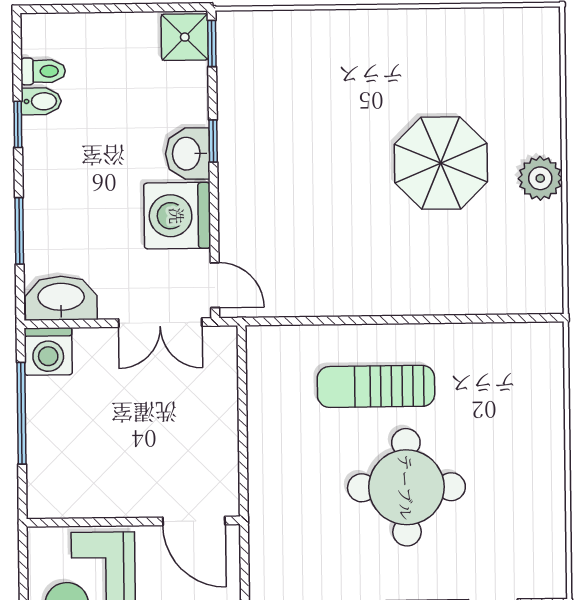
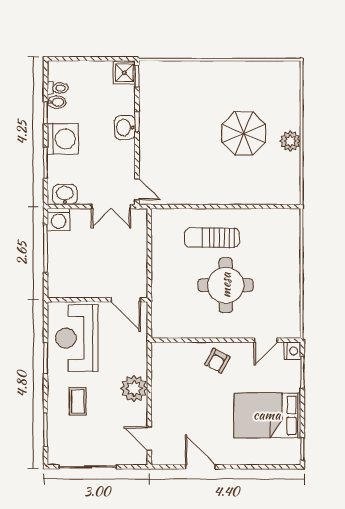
washing machine: (177, 216) -> (63, 139), moved, turned 180
washbasin: (61, 298) -> (65, 195), width x0.72

